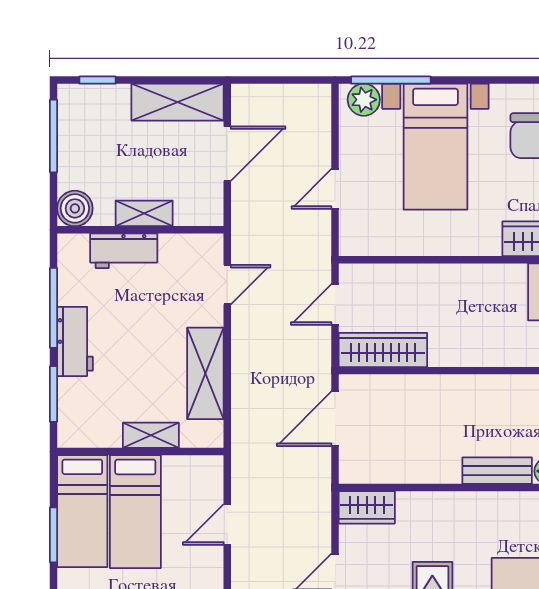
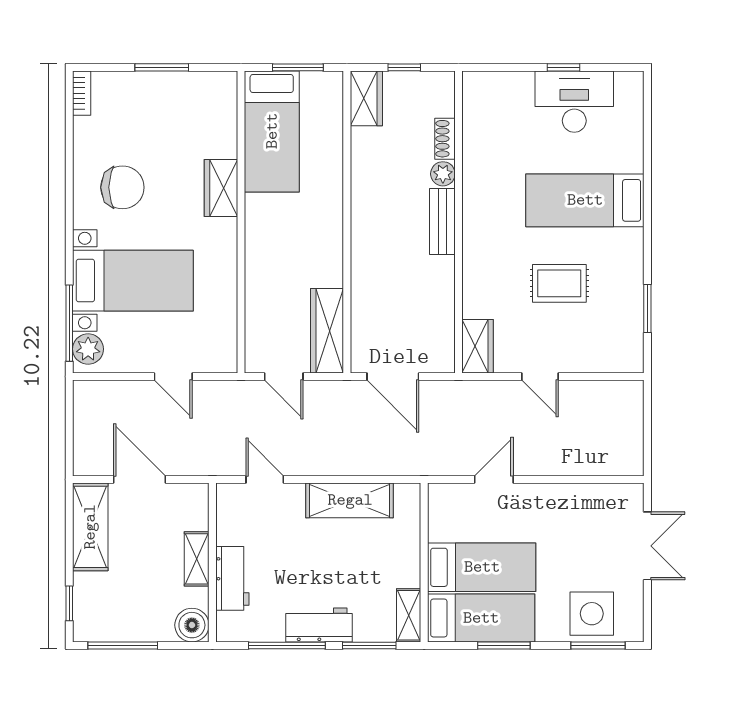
shelving: (151, 435) -> (409, 615), moved
door: (227, 524) -> (494, 480), swing flipped

